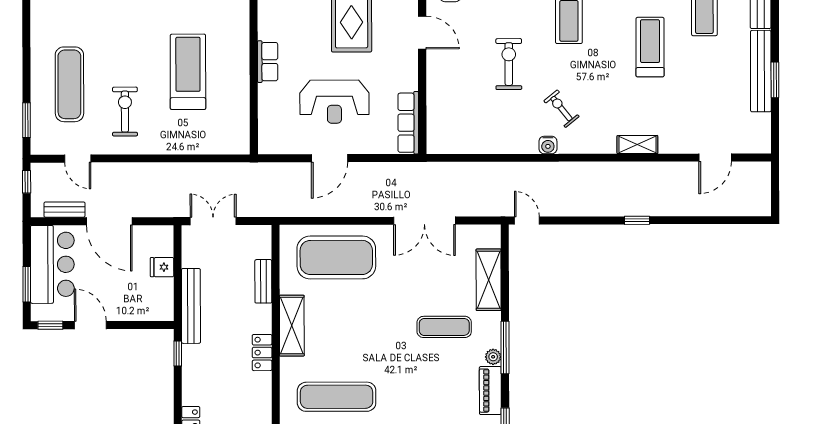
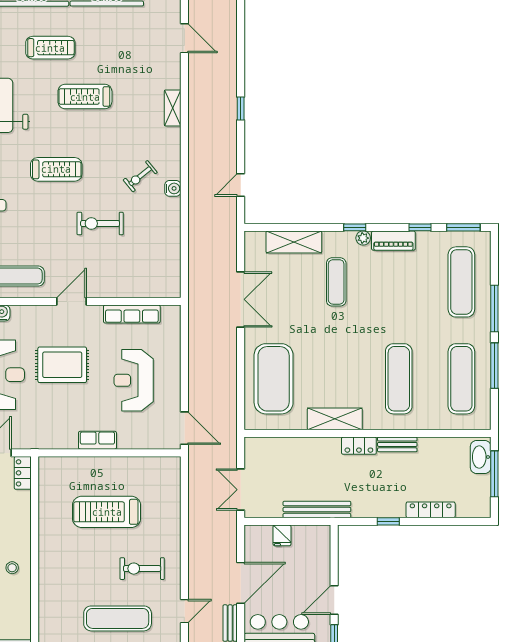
reception desk: (334, 102) -> (134, 380), turned 180
row of seats: (408, 123) -> (132, 314), moved
door: (329, 158) -> (184, 428), moved
door: (527, 221) -> (241, 185), moved
bench: (263, 281) -> (397, 444), moved
window: (505, 347) -> (355, 227), width x0.46
window: (178, 354) -> (388, 521), moved

